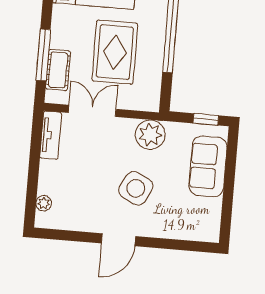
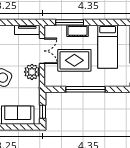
cot: (58, 70) -> (78, 31), moved
plant: (150, 135) -> (32, 72), moved

